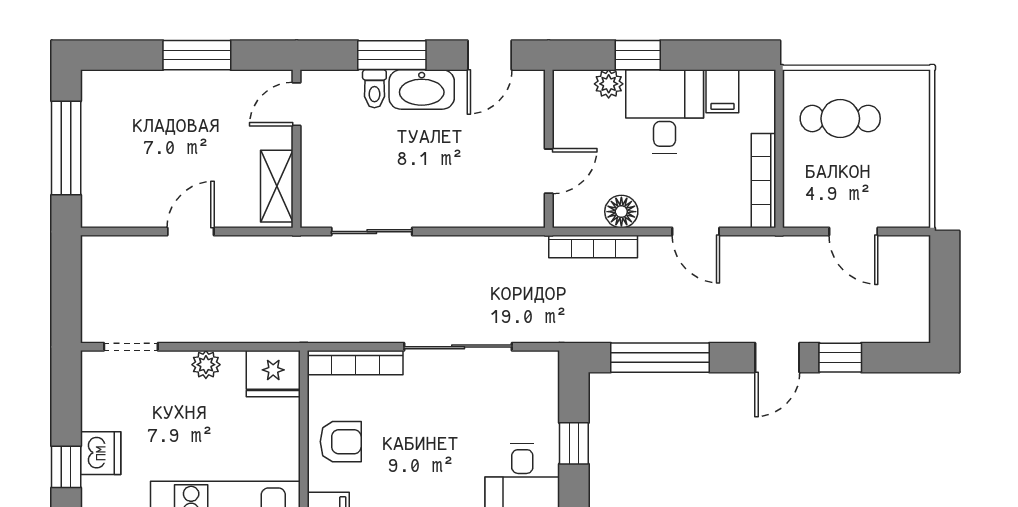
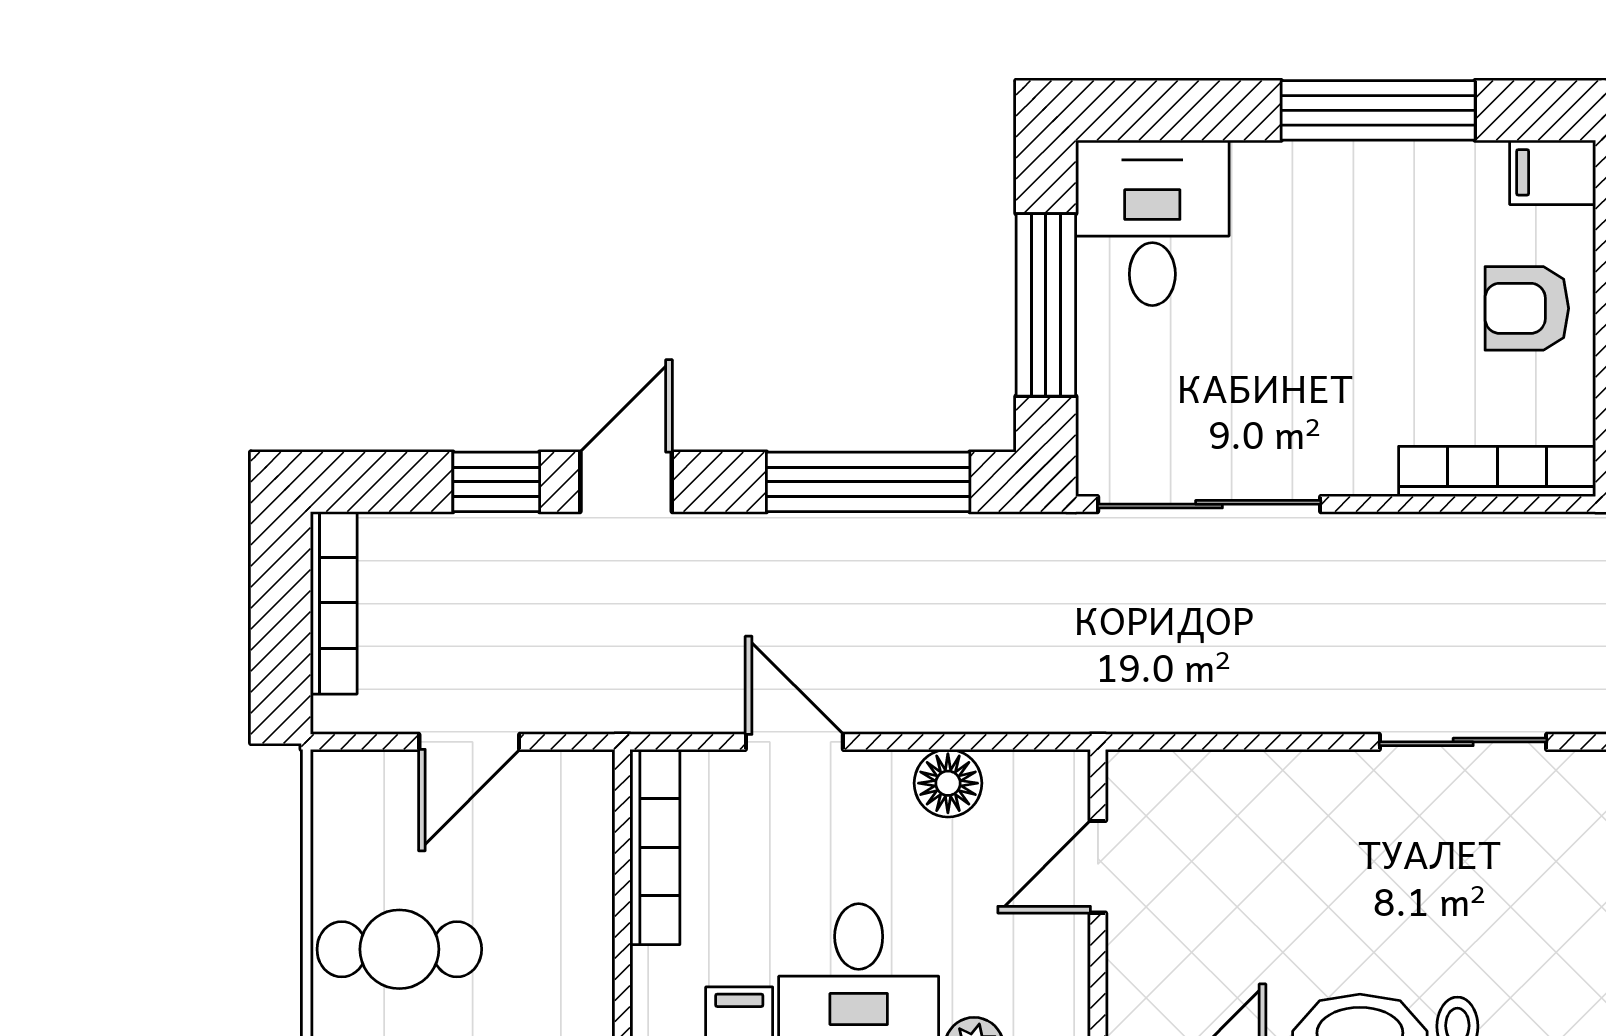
cafe table: (840, 119) -> (399, 949), moved
door: (853, 232) -> (469, 742), swing flipped
bookcase: (593, 246) -> (334, 603), moved, turned 90
sliding door: (458, 347) -> (1209, 504), moved
window: (574, 443) -> (1046, 305), width x2.17

